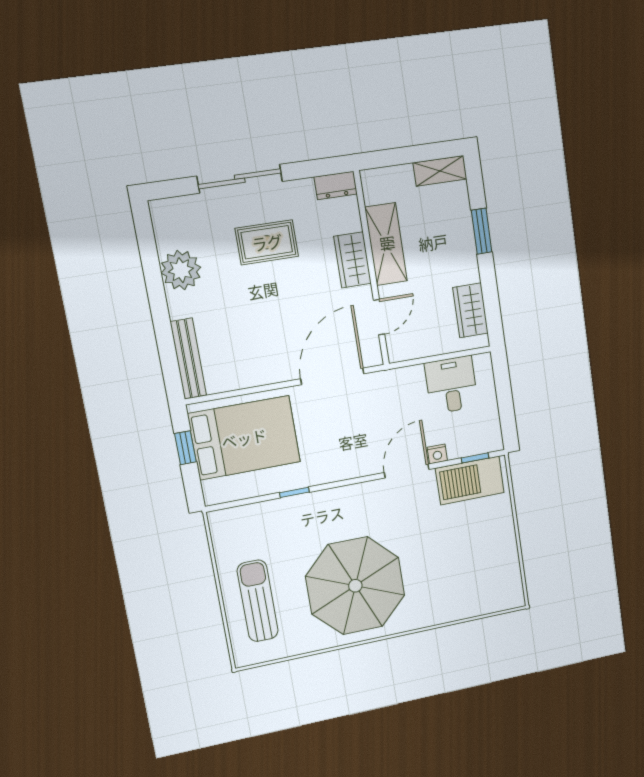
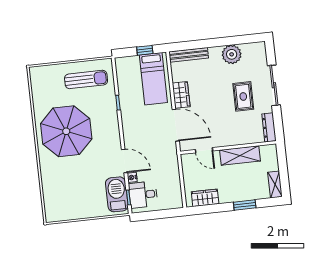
dresser: (336, 185) -> (269, 127), width x1.44
wardrobe: (352, 260) -> (181, 95), moved, turned 90
desk: (451, 385) -> (143, 195), moved, turned 180
bed: (244, 438) -> (153, 79), width x0.67
sun lounger: (258, 601) -> (86, 79), moved

